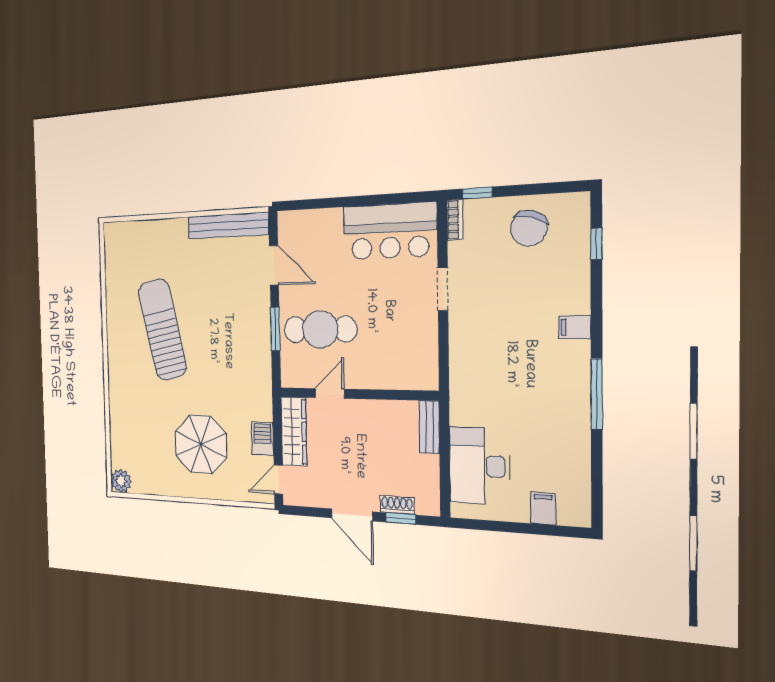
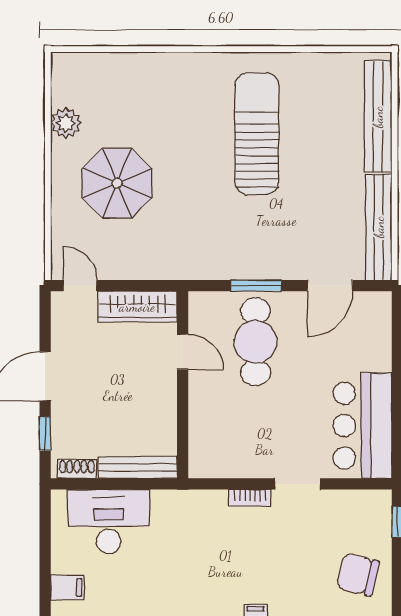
bookcase: (455, 220) -> (250, 498), moved
bench: (148, 231) -> (378, 117), added
sun lounger: (162, 329) -> (257, 134), turned -77
bench: (429, 427) -> (138, 467), width x1.36
barbecue: (262, 439) -> (128, 266), removed
plant: (121, 481) -> (66, 123), moved
shoe rack: (397, 505) -> (77, 469), moved, turned -90

